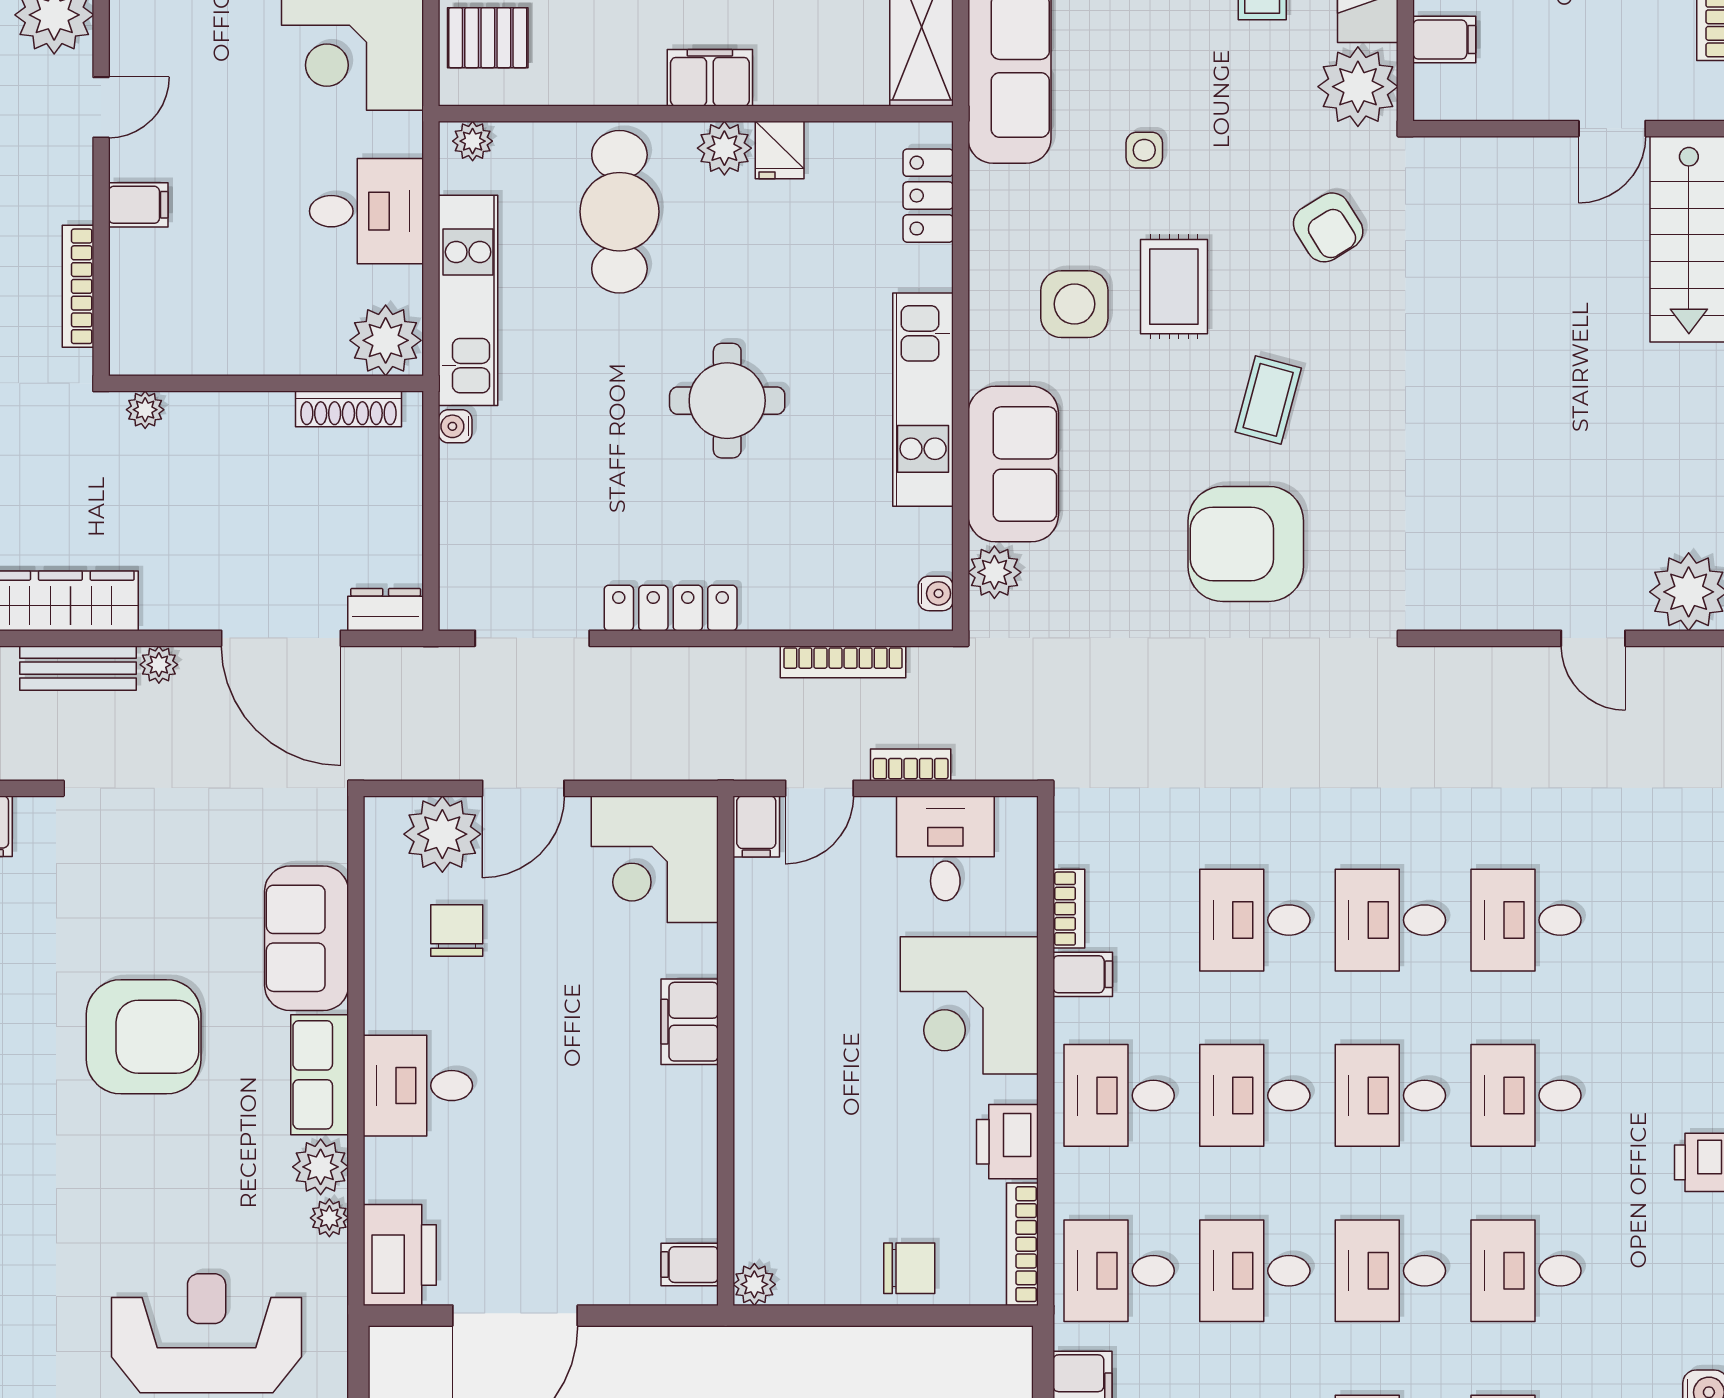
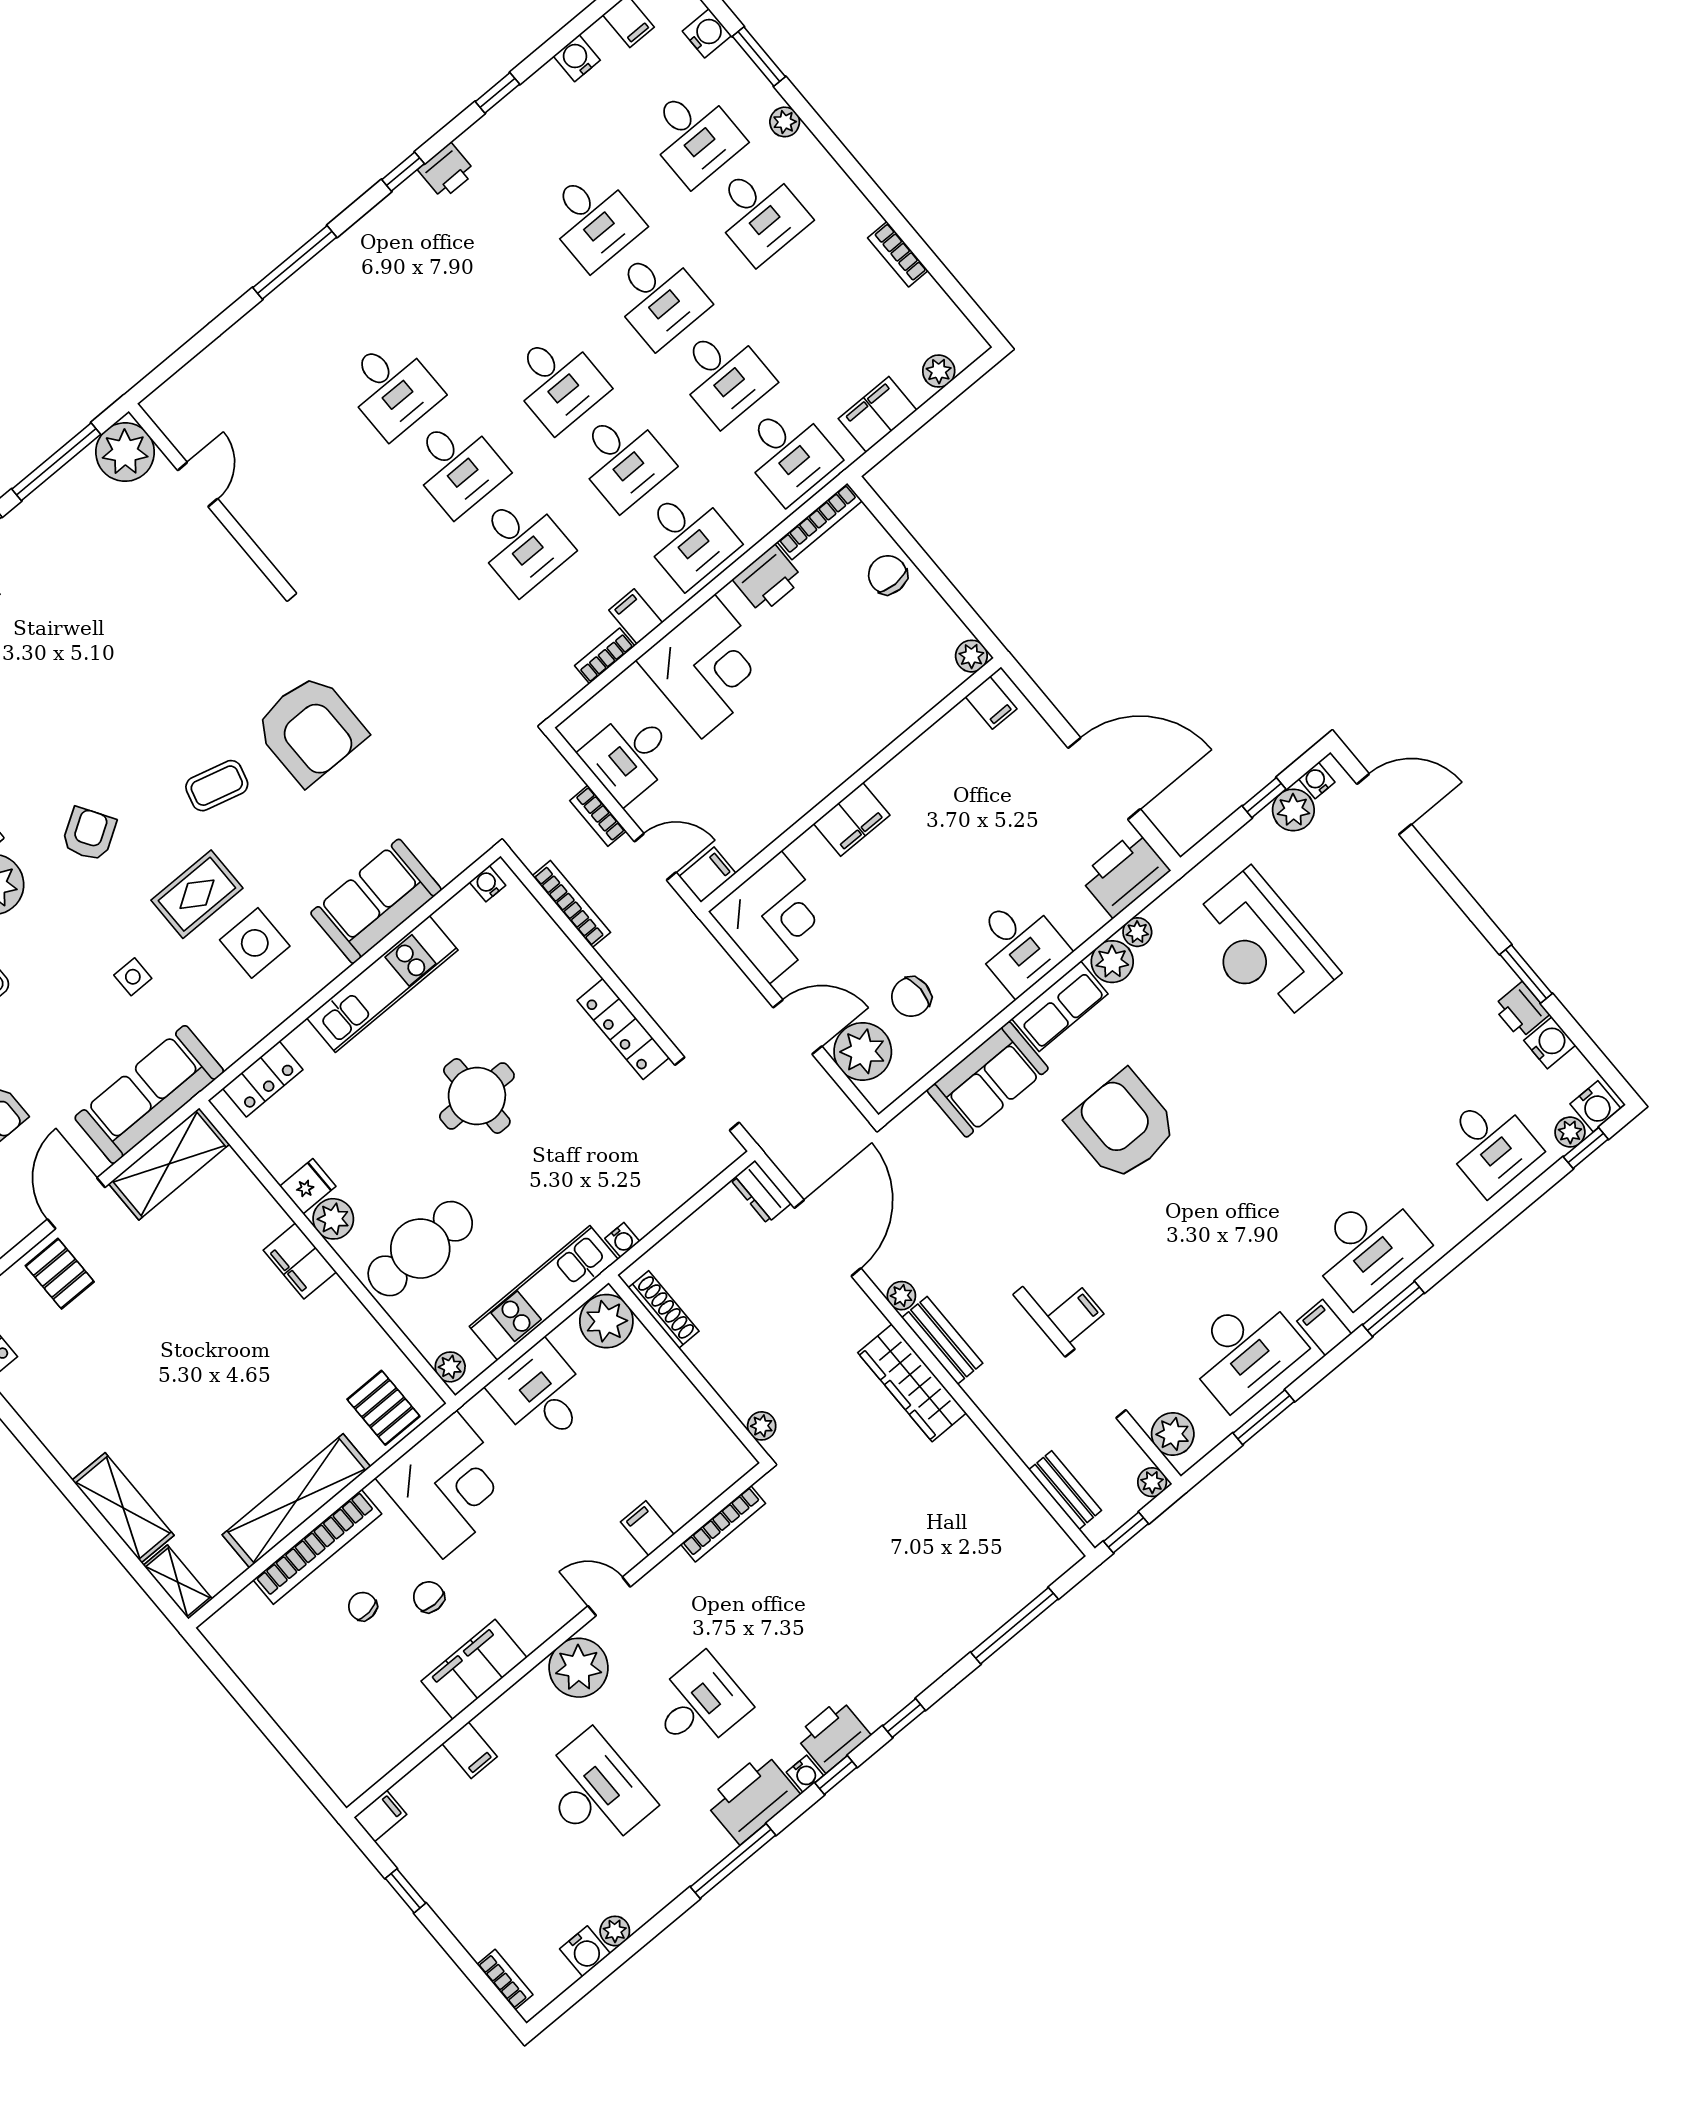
plant: (994, 572) -> (447, 860), removed
desk: (1526, 1095) -> (492, 304), removed

